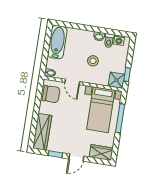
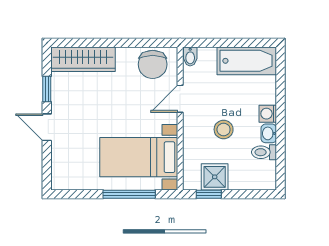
washing machine: (119, 40) -> (268, 114), moved
shower: (117, 80) -> (215, 177), moved
wardrobe: (101, 153) -> (62, 170), removed

